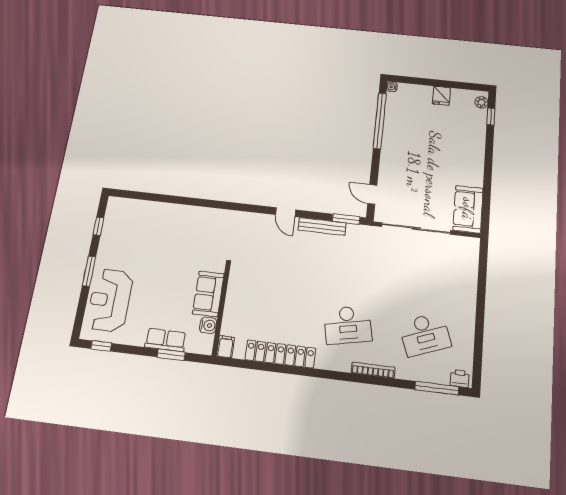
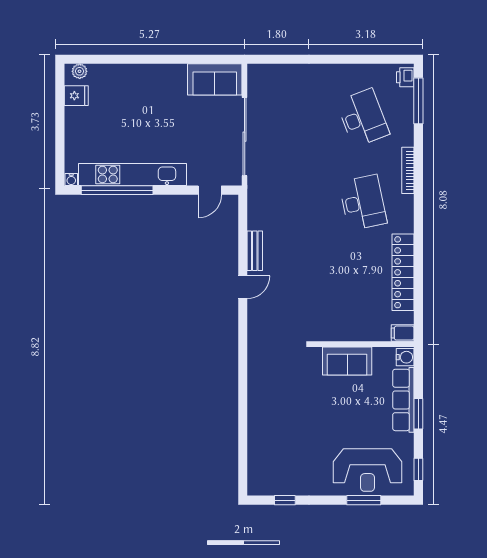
fridge: (441, 96) -> (76, 96), moved
window: (491, 117) -> (97, 59), removed
kitchen unit: (392, 134) -> (133, 174), added
window: (346, 219) -> (243, 217), removed
bench: (322, 226) -> (255, 251), width x0.73
window: (89, 271) -> (364, 500), moved
water cooler: (208, 325) -> (405, 357), moved, turned 90
row of seats: (166, 340) -> (403, 400), width x1.48
window: (171, 355) -> (418, 414), moved

